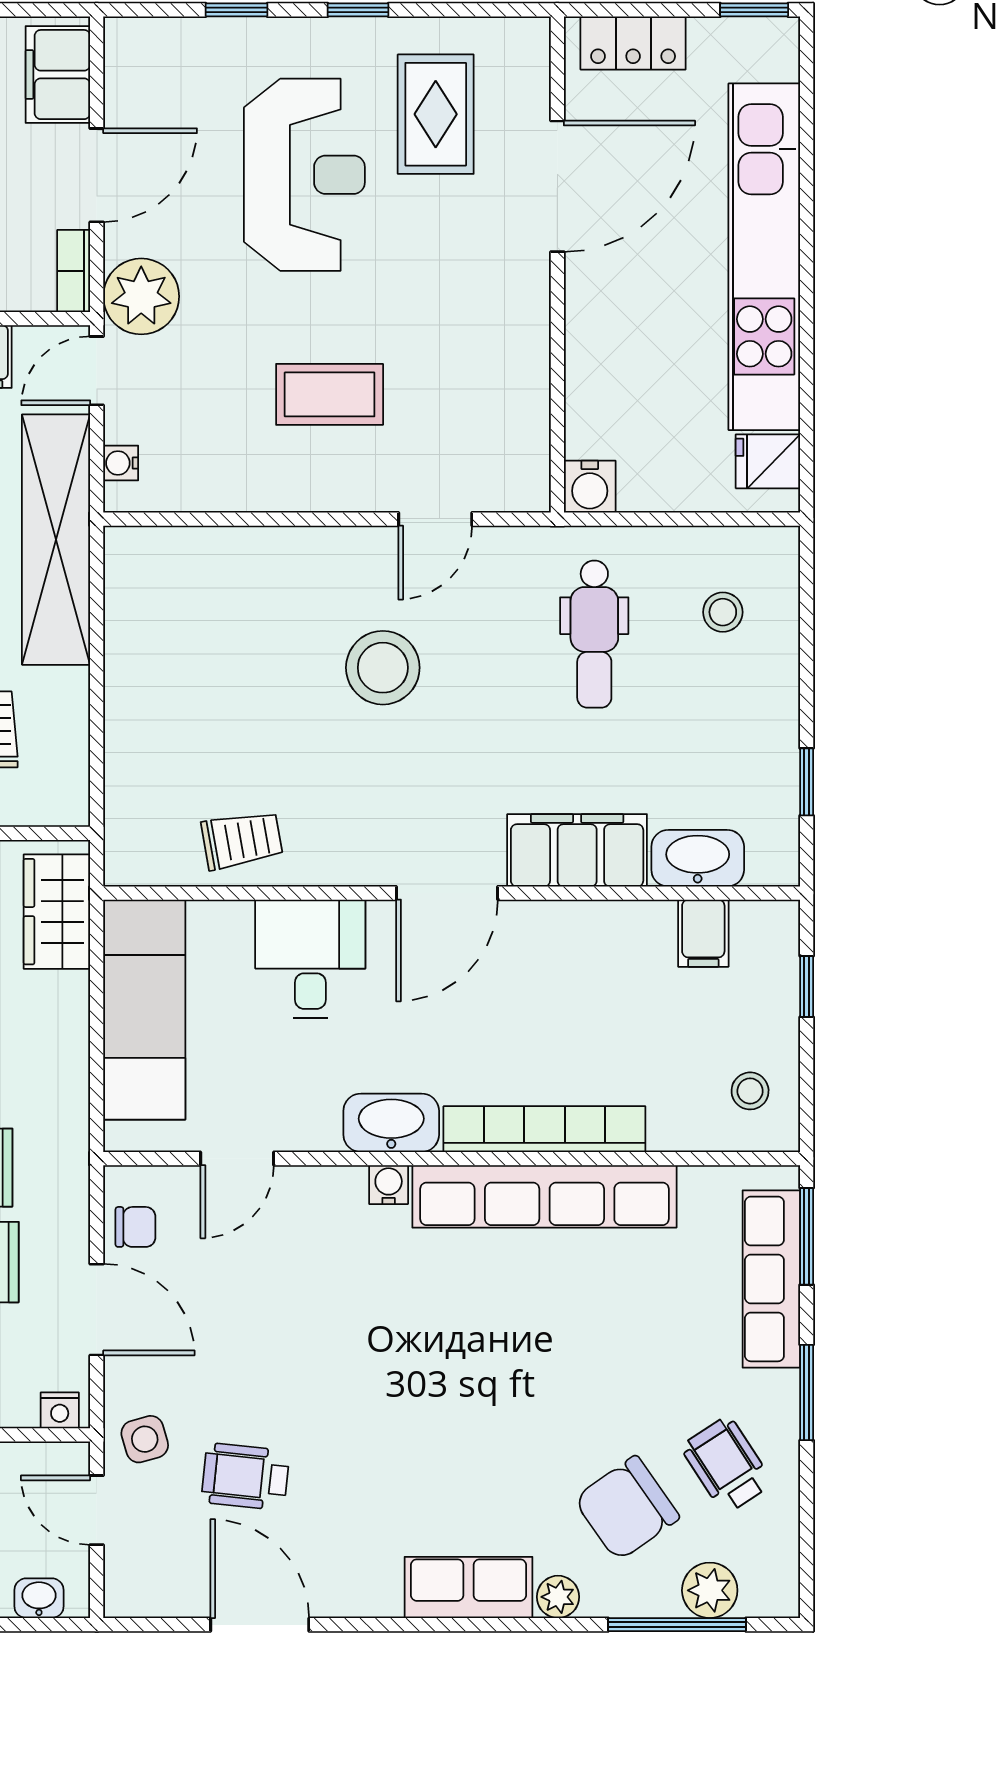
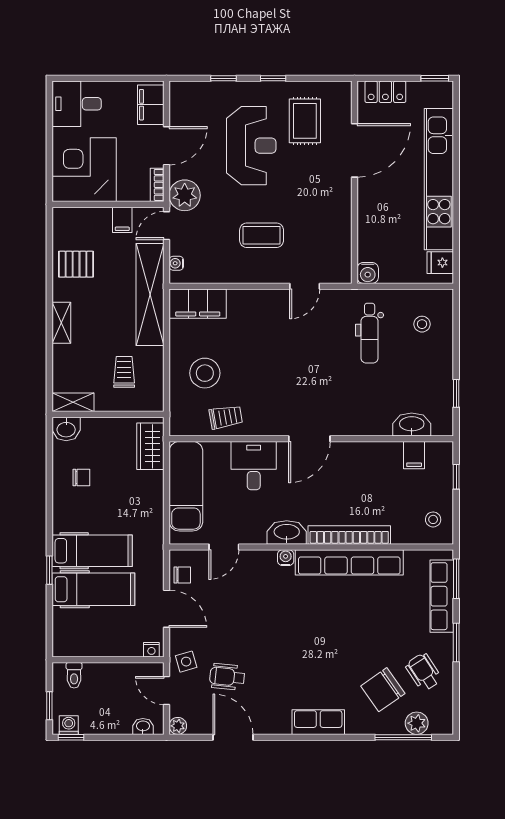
stool: (383, 668) -> (205, 373), moved
filing cabinet: (577, 850) -> (198, 304), moved, turned 180
plant: (558, 1597) -> (178, 726), moved

